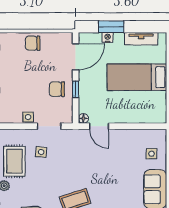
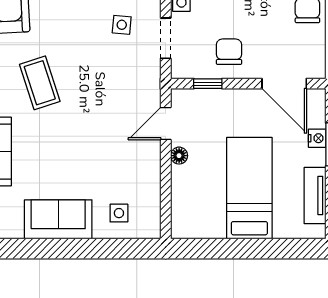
window: (76, 89) -> (208, 84), moved
floor lamp: (83, 118) -> (179, 156), moved

